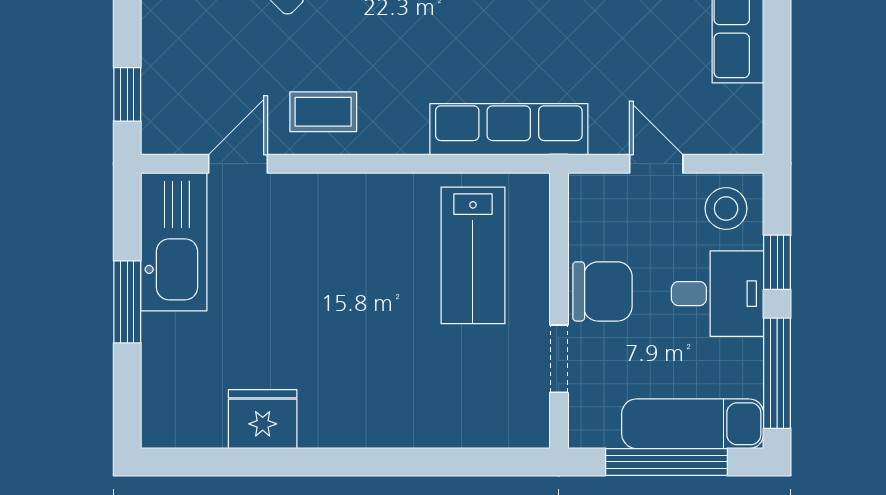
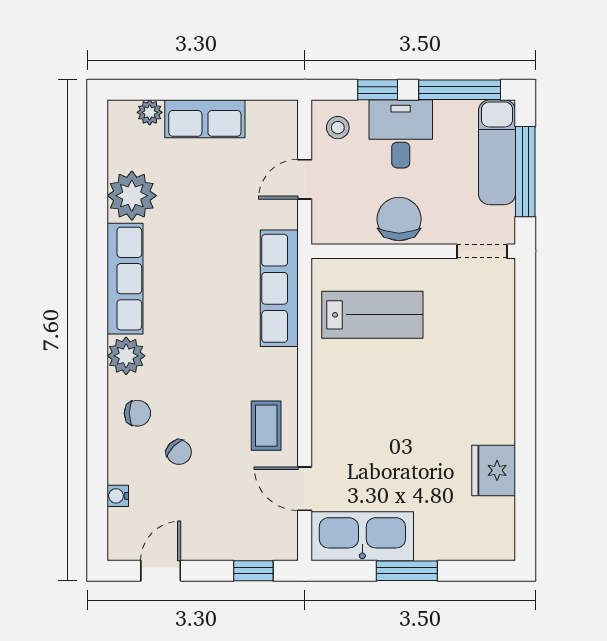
stool: (726, 209) -> (338, 128), width x0.73, depth x0.73
doorway: (559, 359) -> (482, 251), moved

